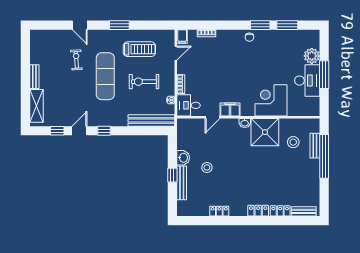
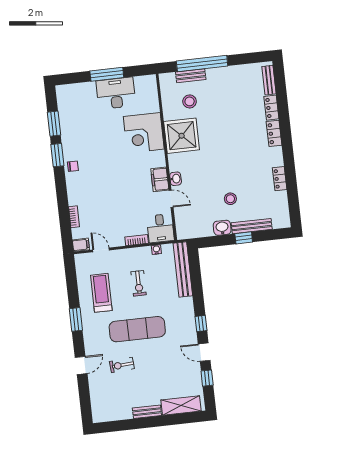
plant: (312, 56) -> (87, 91), removed
exercise bike: (144, 82) -> (139, 283), width x0.73, depth x0.72
washbasin: (245, 123) -> (176, 179), moved

